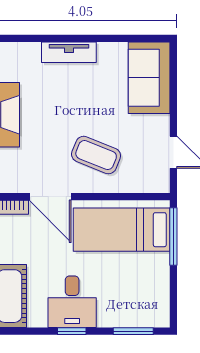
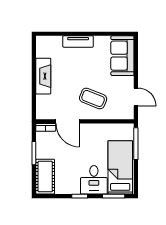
bed: (122, 230) -> (120, 167), moved, turned 90
desk: (72, 302) -> (94, 180), moved

